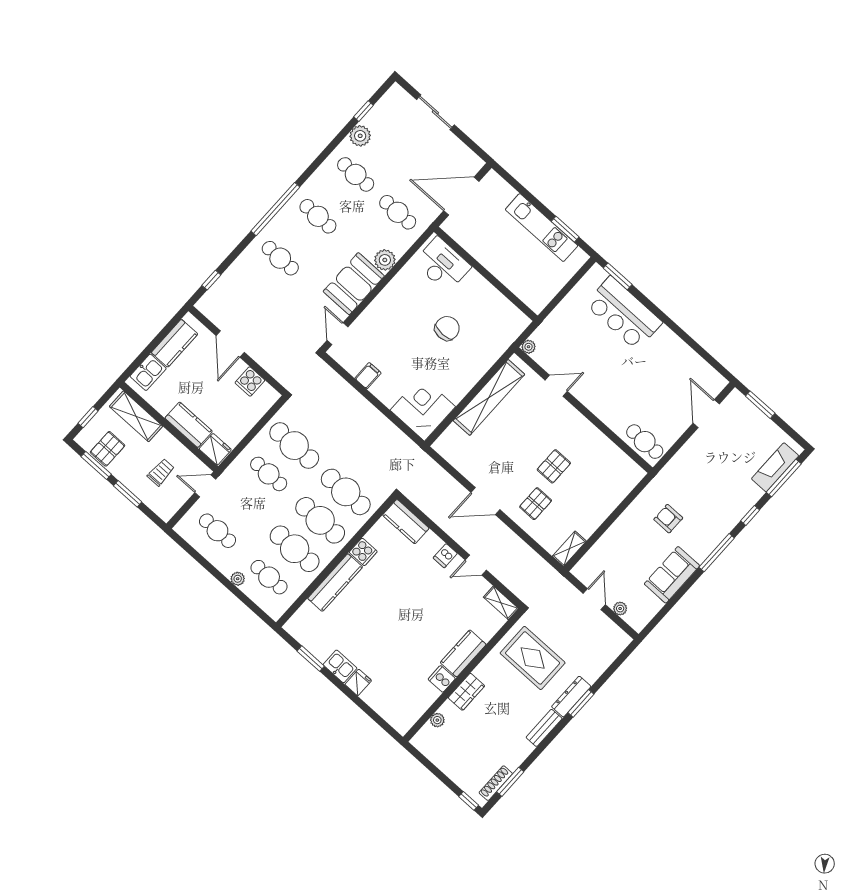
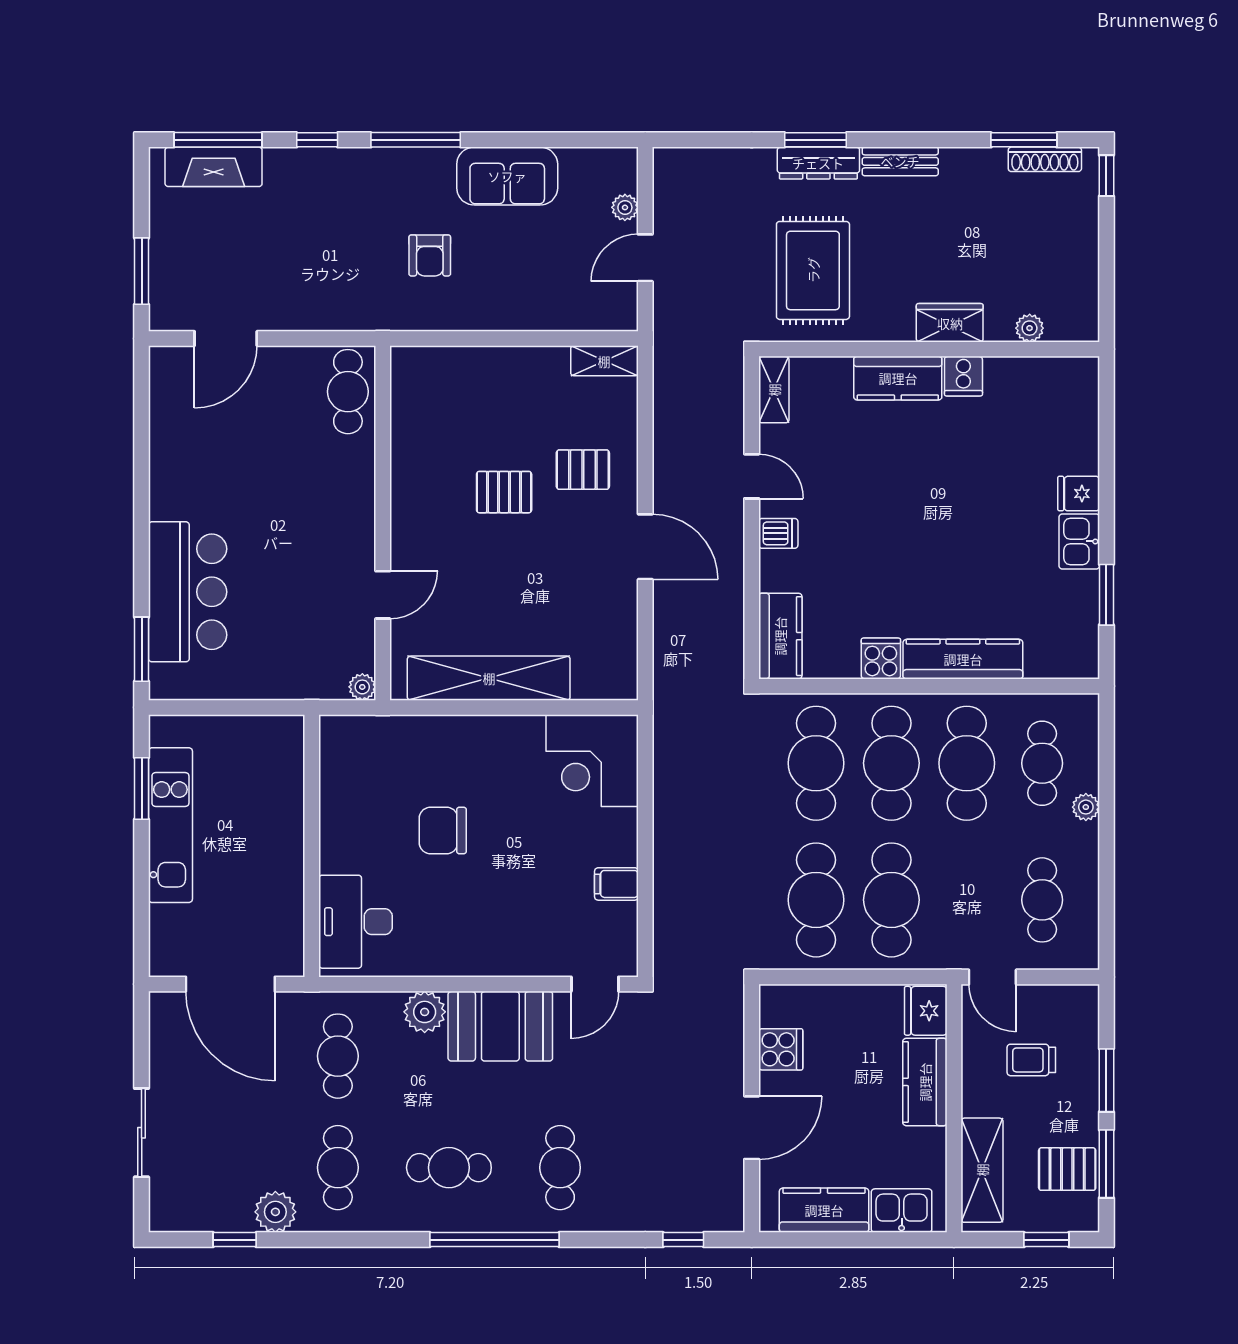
cafe table: (318, 216) -> (449, 1168), turned 90
door: (556, 386) -> (383, 595), swing flipped
cafe table: (269, 474) -> (891, 900), width x1.37, depth x1.35

